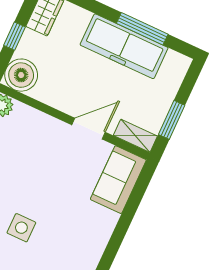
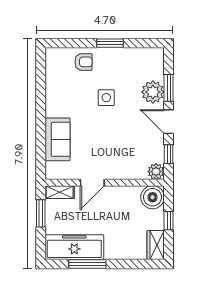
freezer: (124, 46) -> (74, 247), moved
sofa: (118, 180) -> (57, 139), moved

